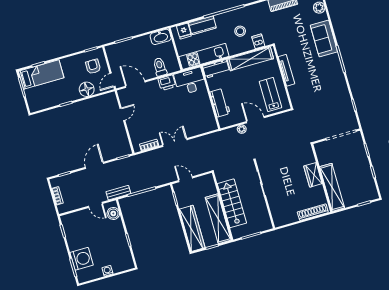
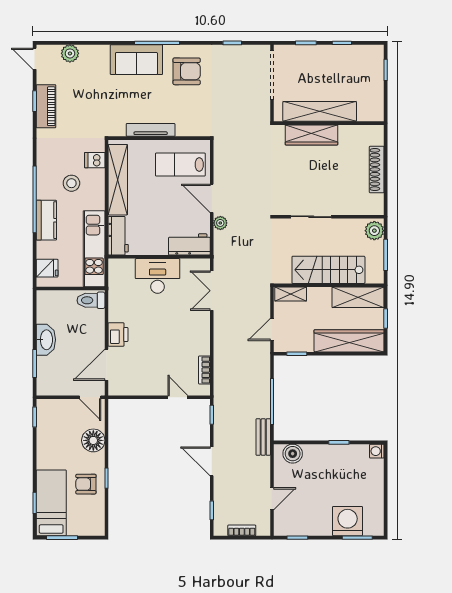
kitchen counter: (202, 25) -> (46, 220), moved
washbasin: (161, 37) -> (46, 340), moved
sofa: (324, 39) -> (136, 60), moved
armchair: (93, 66) -> (86, 484), moved
toilet: (160, 67) -> (91, 300), moved
desk: (190, 81) -> (158, 276), moved, turned 90
armchair: (329, 82) -> (187, 71), added
printer: (167, 83) -> (118, 335), moved
workbench: (220, 103) -> (189, 244), moved
door: (122, 114) -> (178, 397), moved
door: (255, 120) -> (212, 198), hinge flipped
double door: (175, 143) -> (212, 291), moved
wardrobe: (313, 175) -> (311, 135), width x1.50
shelving: (211, 184) -> (291, 294), added
shelving: (332, 187) -> (320, 111), moved
door: (95, 205) -> (272, 499), moved
shoe rack: (313, 212) -> (377, 169), moved
shelving: (218, 219) -> (358, 297), width x0.68
plant: (264, 225) -> (374, 231), added
washing machine: (107, 271) -> (377, 451), moved

